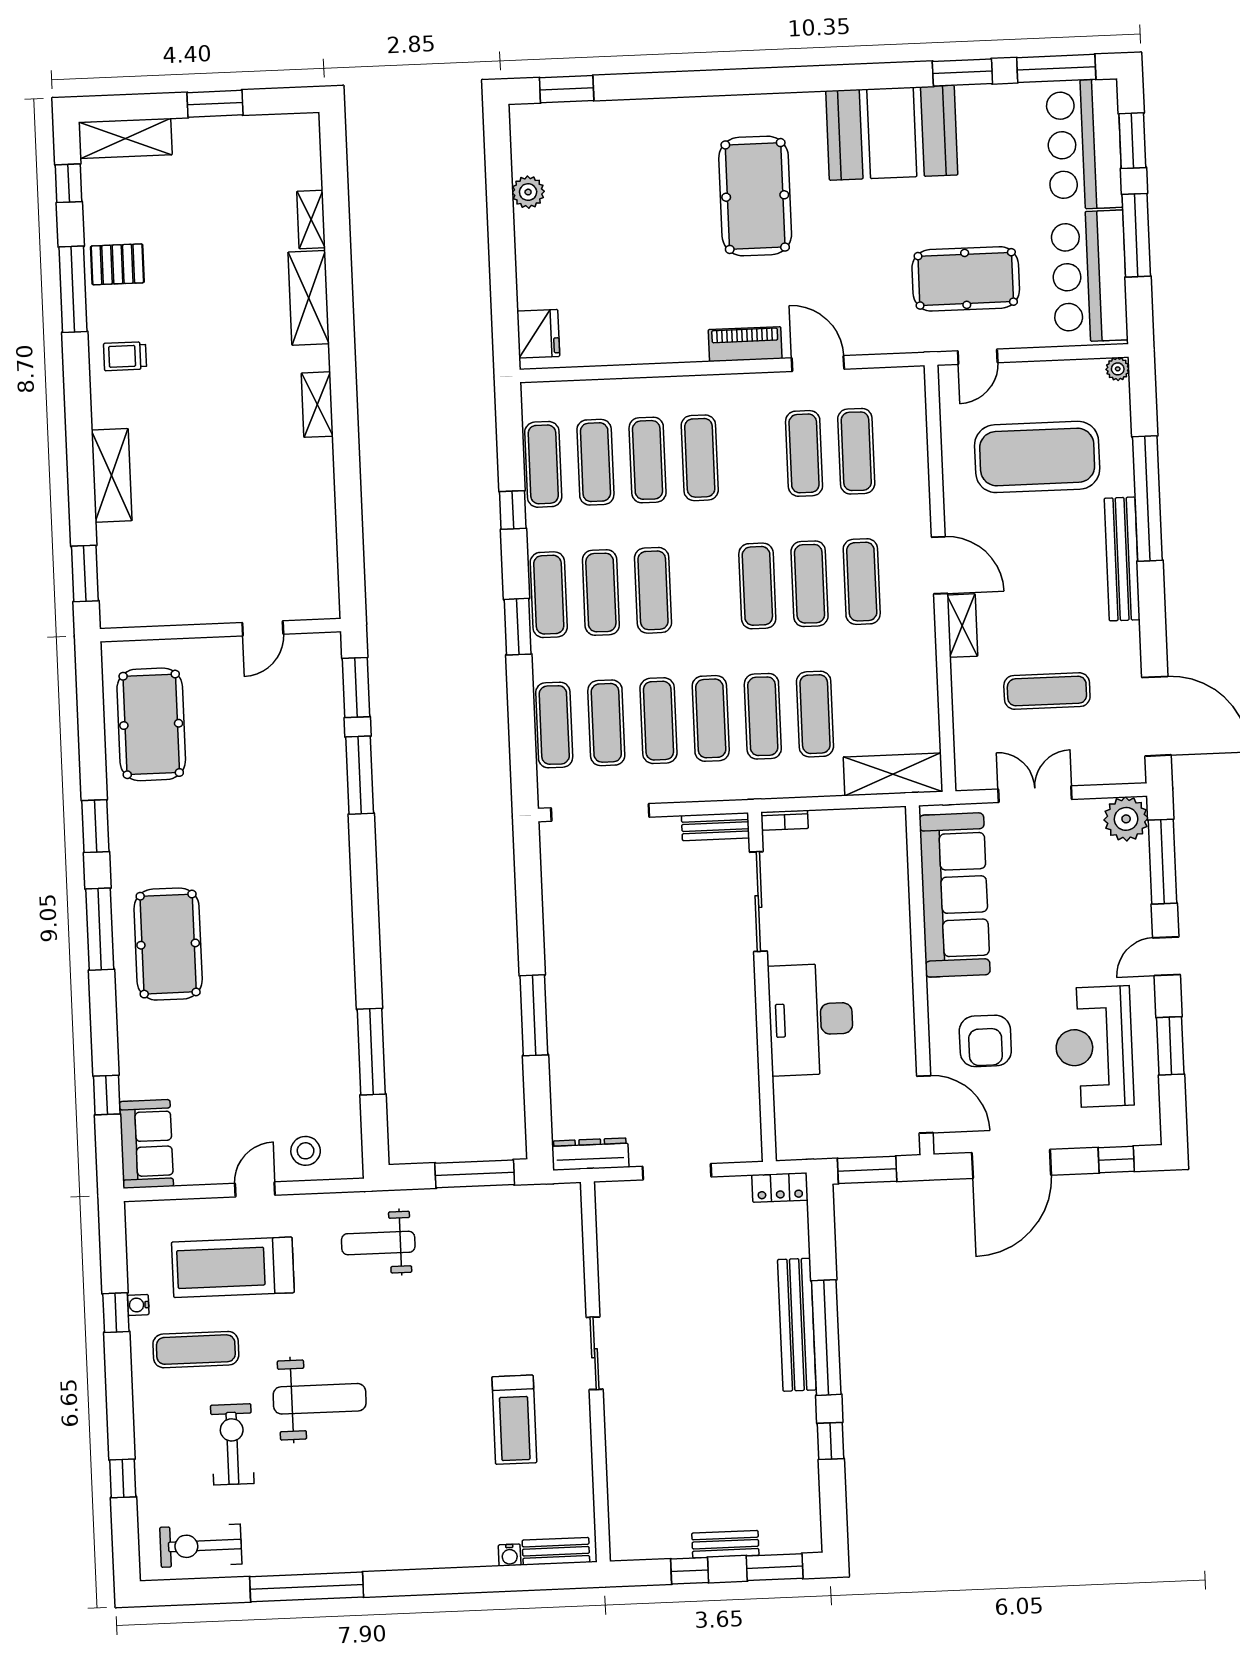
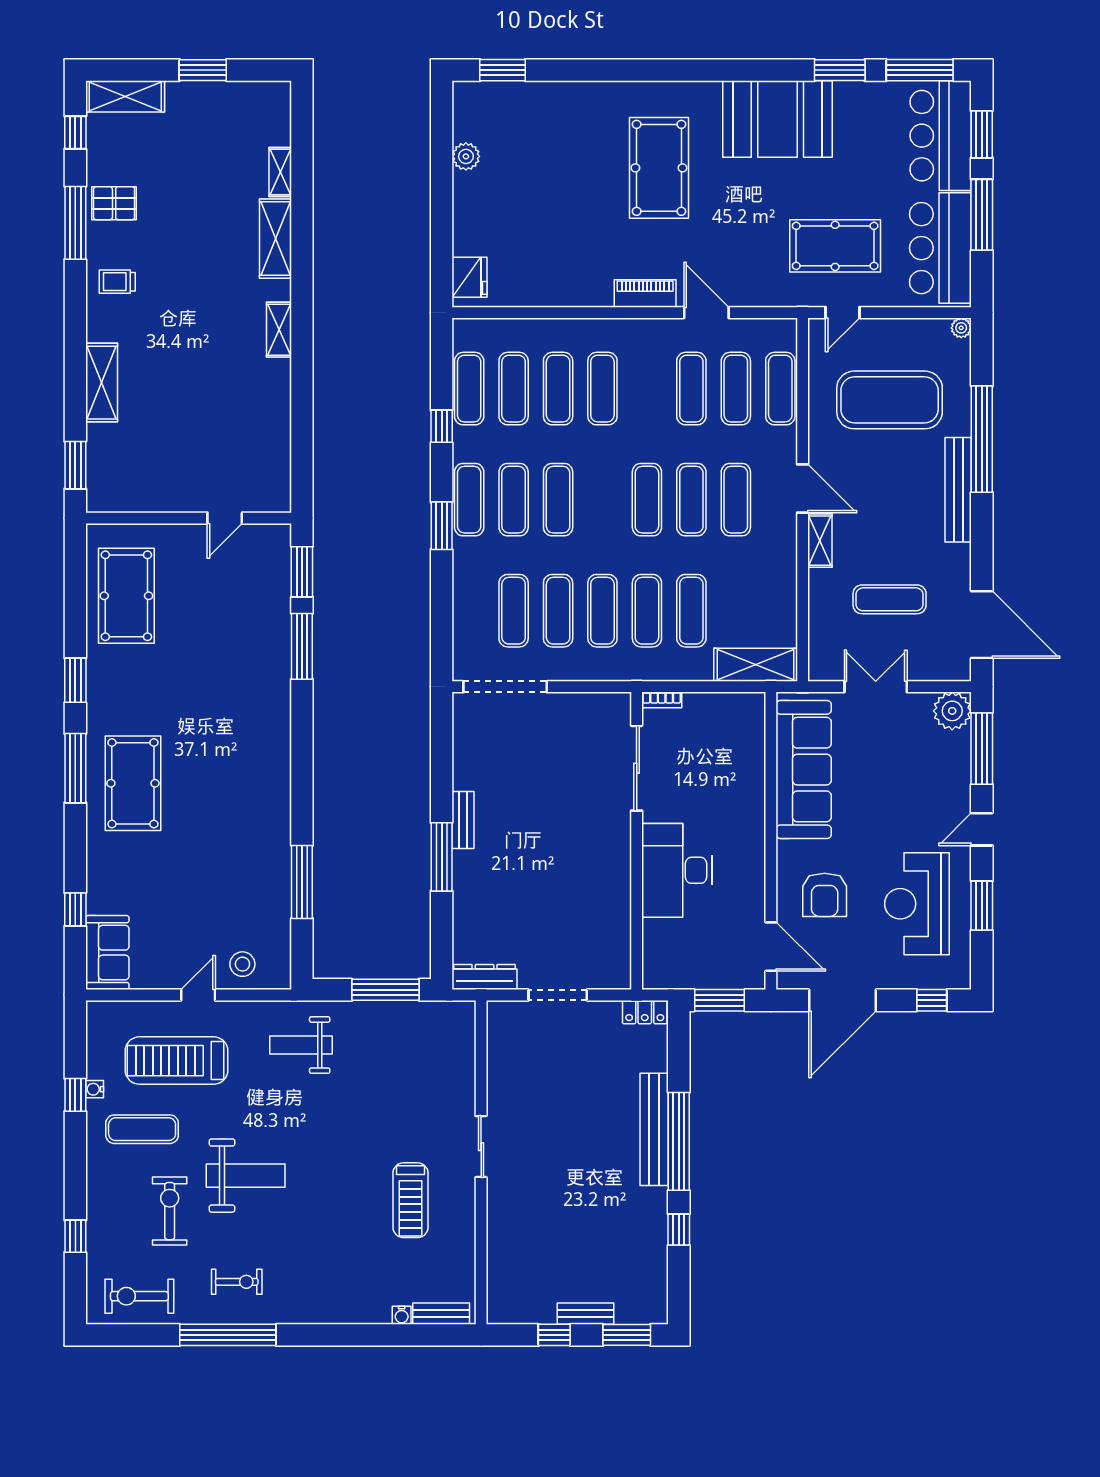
exercise mat: (554, 725) -> (780, 389), moved
bench: (716, 827) -> (463, 820), moved, turned 90
exercise bike: (314, 1524) -> (237, 1282), added

